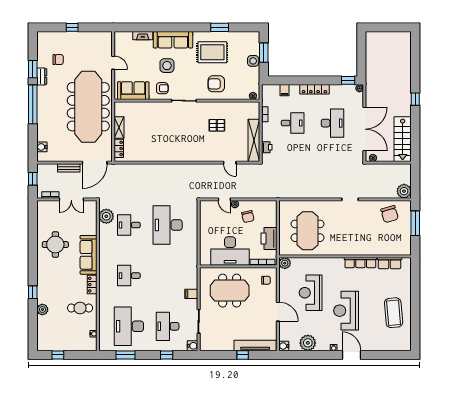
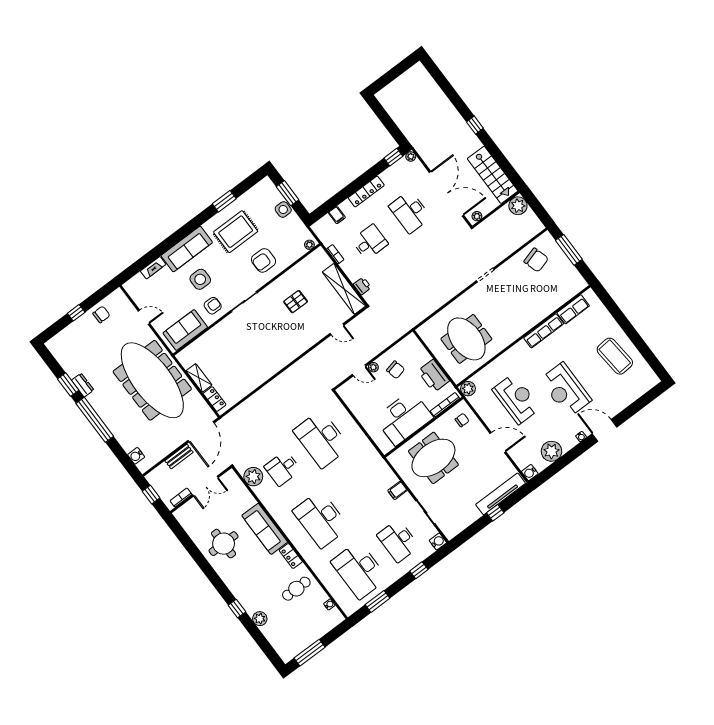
chair: (58, 60) -> (101, 314), moved
desk: (332, 123) -> (410, 212), turned 180
plant: (404, 191) -> (518, 206), moved
desk: (129, 276) -> (321, 519), width x1.87, depth x1.30
reception desk: (311, 293) -> (516, 399), turned 180
window: (58, 355) -> (310, 653), width x2.17

